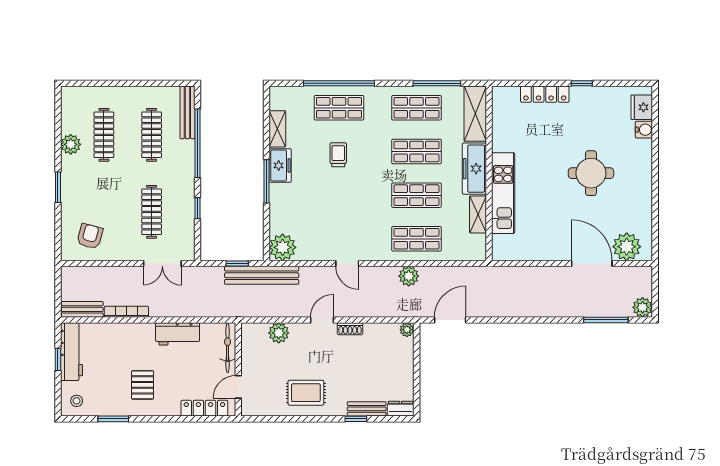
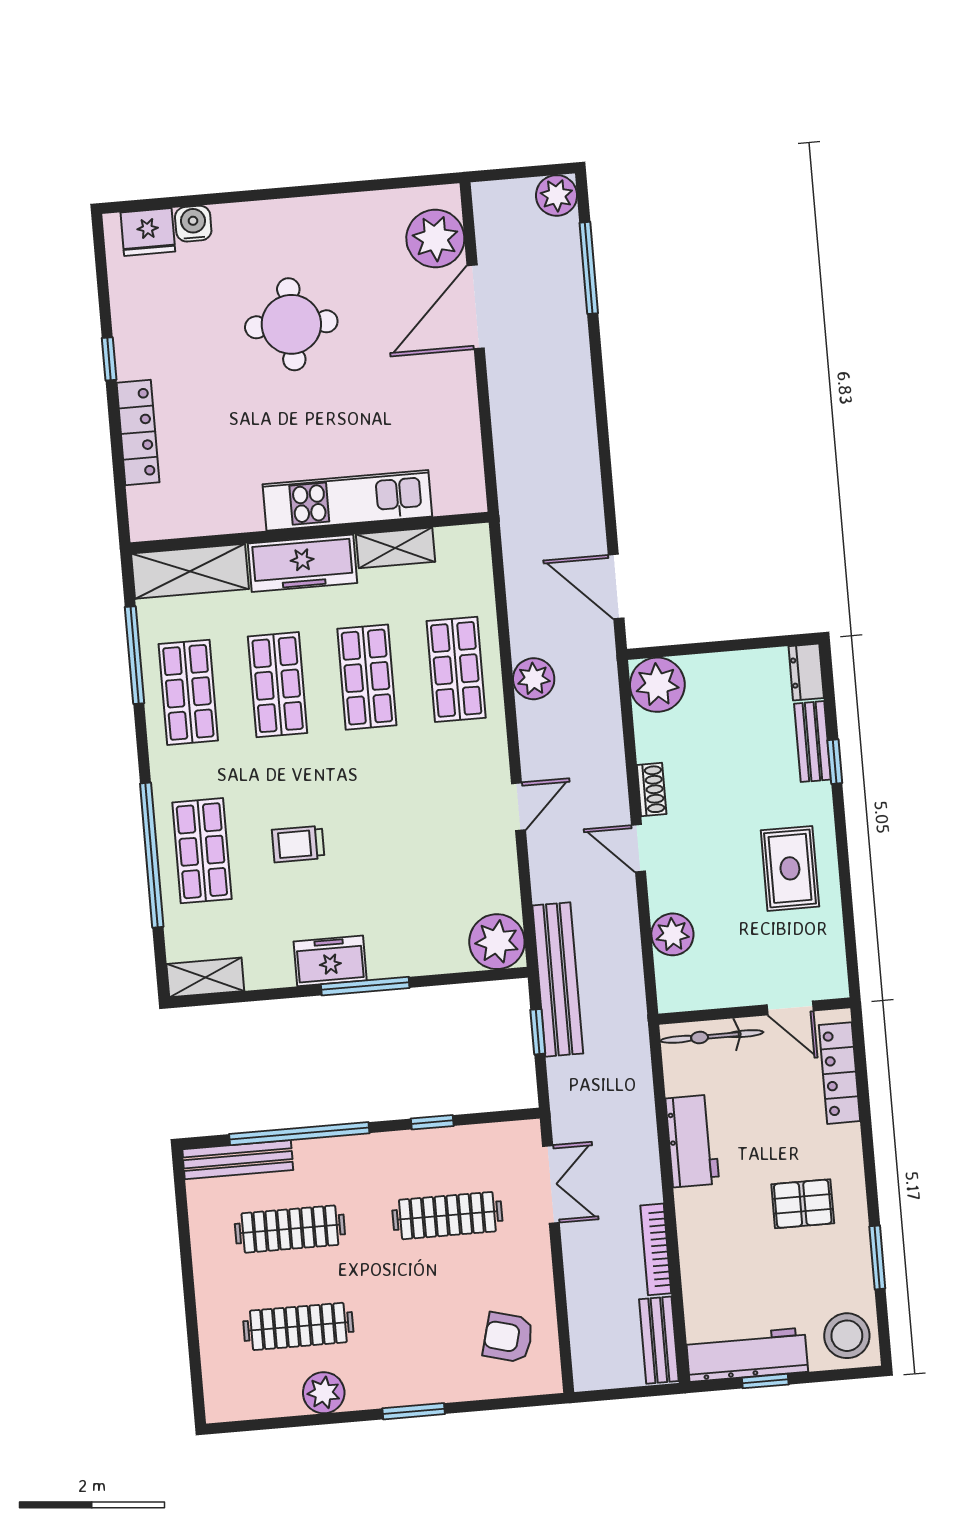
shelving: (277, 129) -> (205, 977), moved
plant: (407, 330) -> (657, 685), width x1.88, depth x1.88
stool: (77, 401) -> (847, 1336), width x1.89, depth x1.89

